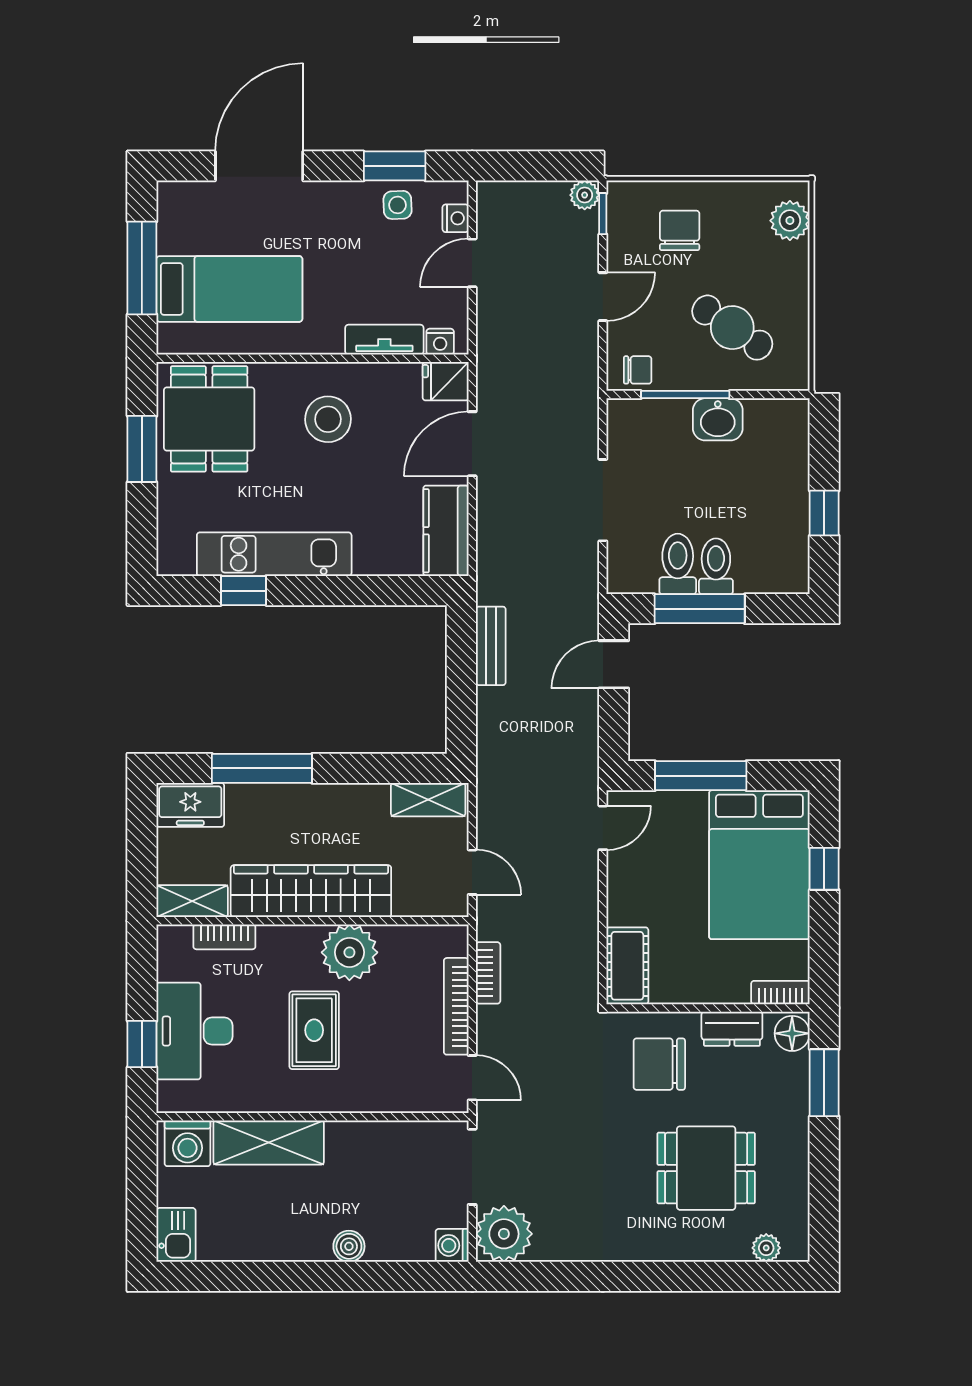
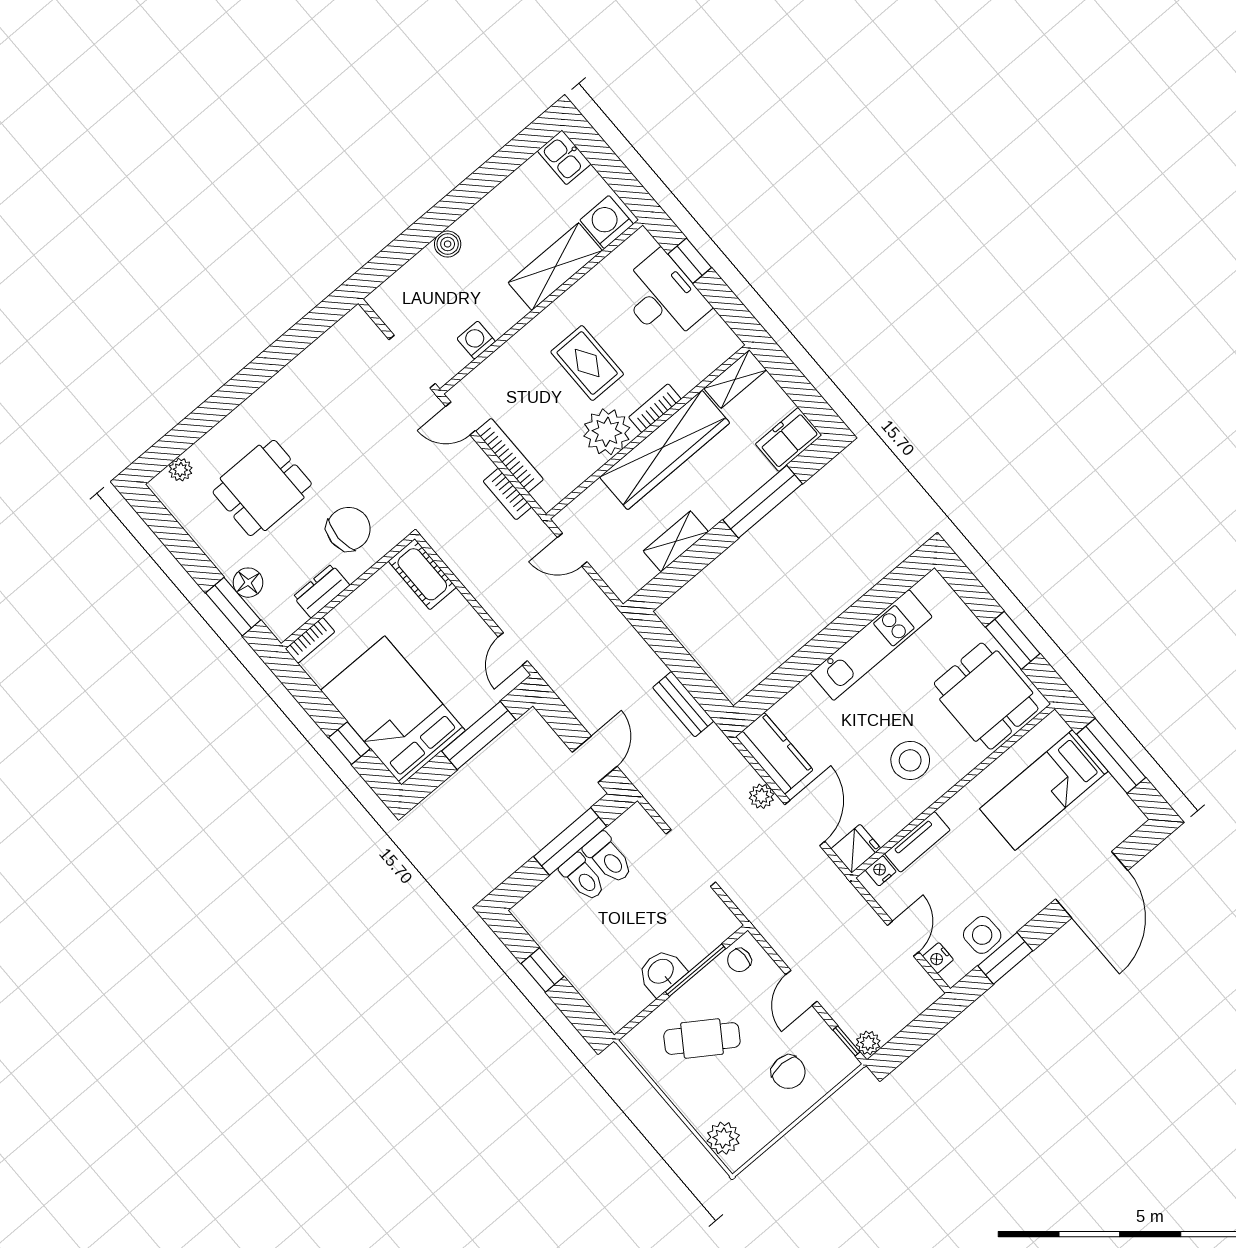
side table: (398, 205) -> (982, 935), width x1.37, depth x1.37
window: (244, 591) -> (871, 605), removed
shelving: (428, 800) -> (676, 541), moved
bookcase: (224, 937) -> (655, 408), moved
floor lamp: (792, 1033) -> (248, 583), moved
plant: (504, 1234) -> (761, 796), moved, width x0.53, depth x0.53
washing machine: (452, 1245) -> (476, 340), moved, turned -90

